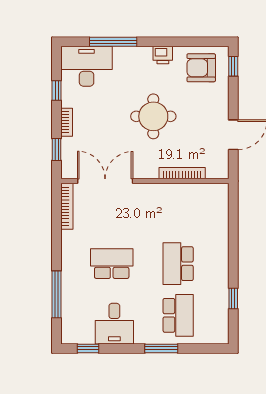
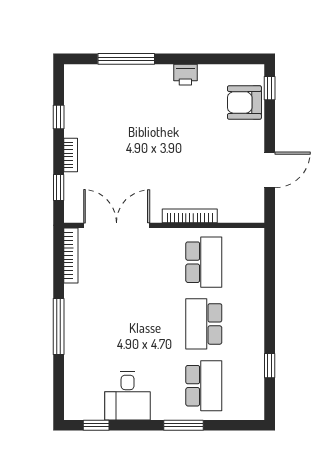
desk: (87, 66) -> (94, 88), removed
armchair: (201, 68) -> (244, 102), moved
round table: (153, 116) -> (174, 148), removed
bookcase: (182, 173) -> (190, 216), moved
school desk: (112, 264) -> (204, 262), moved, turned 90
window: (57, 294) -> (59, 327), moved

